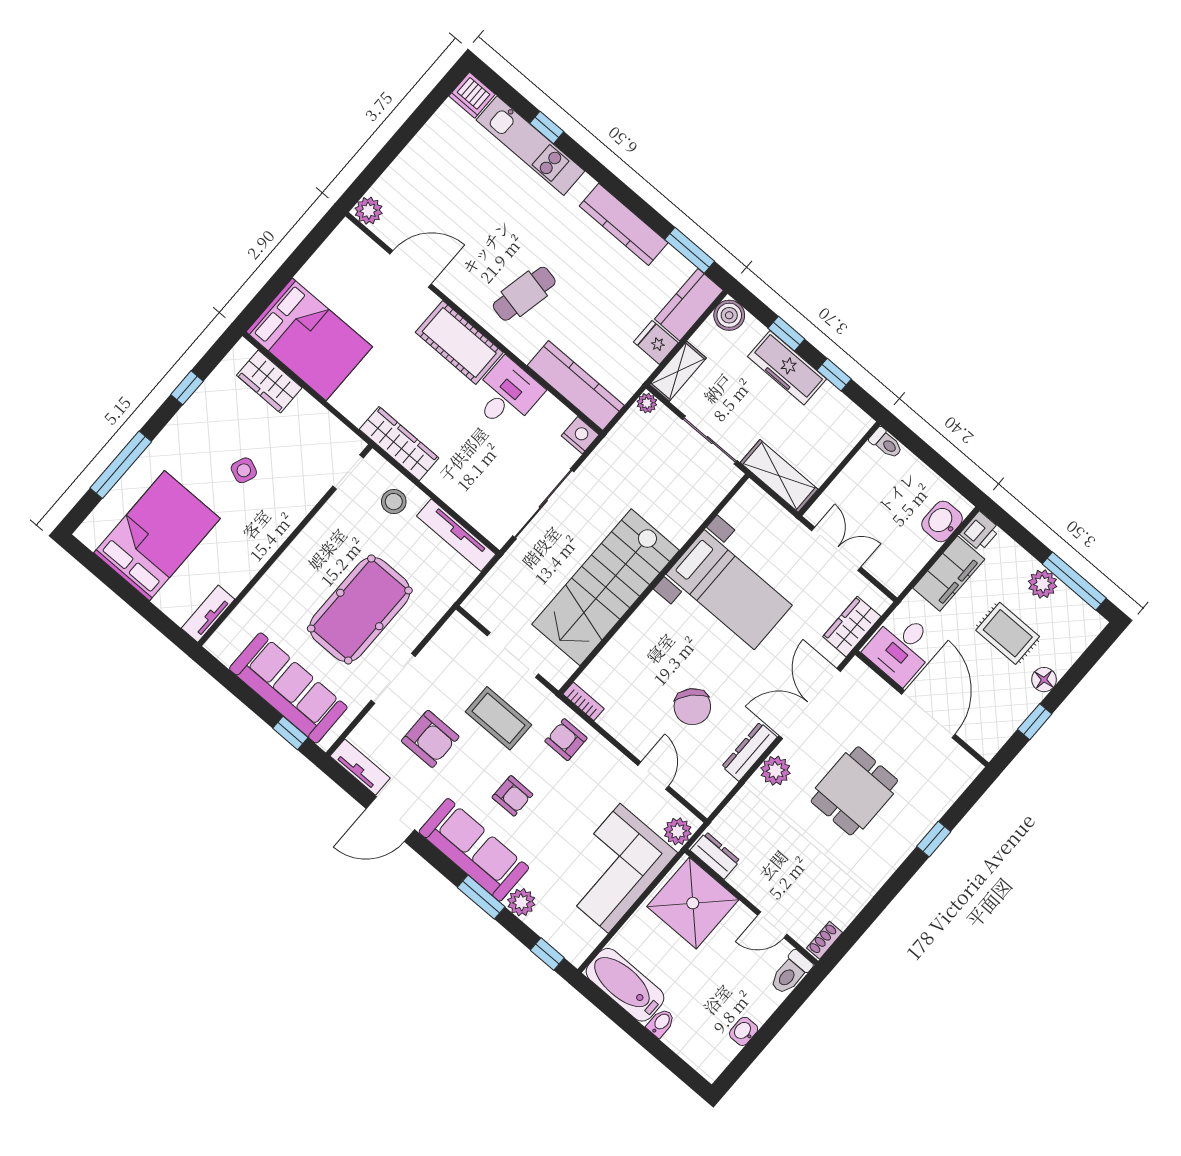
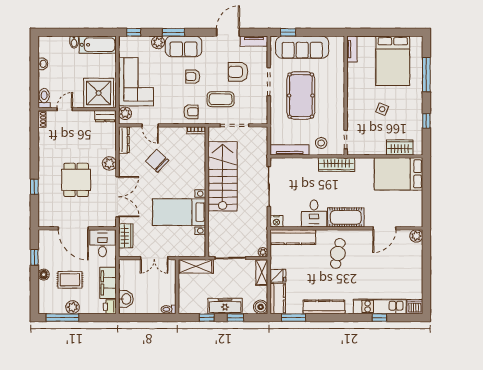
dresser: (749, 752) -> (124, 140), moved
sofa: (474, 850) -> (184, 46), width x0.73

